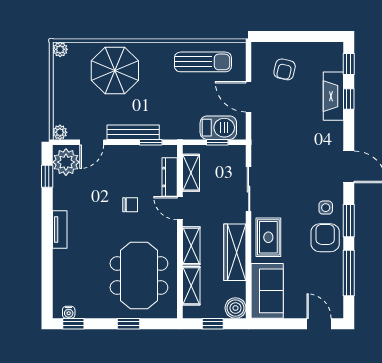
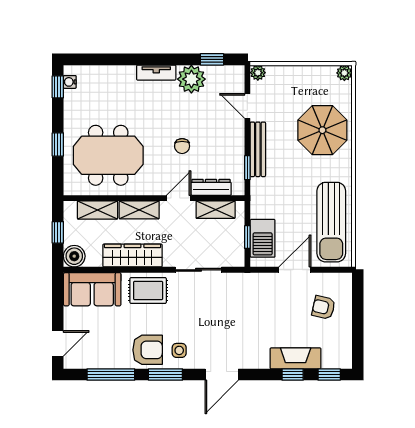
sun lounger: (203, 62) -> (331, 222), width x1.36, depth x1.34
plant: (66, 162) -> (191, 79), moved

